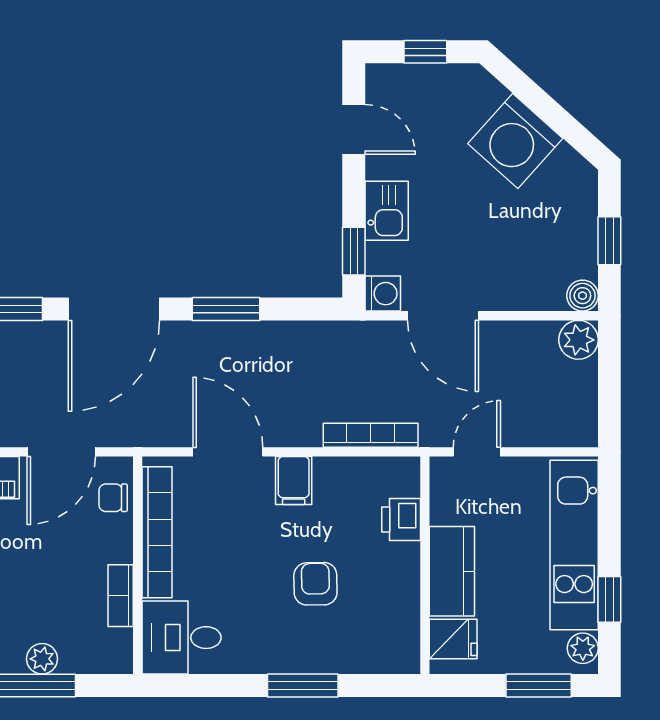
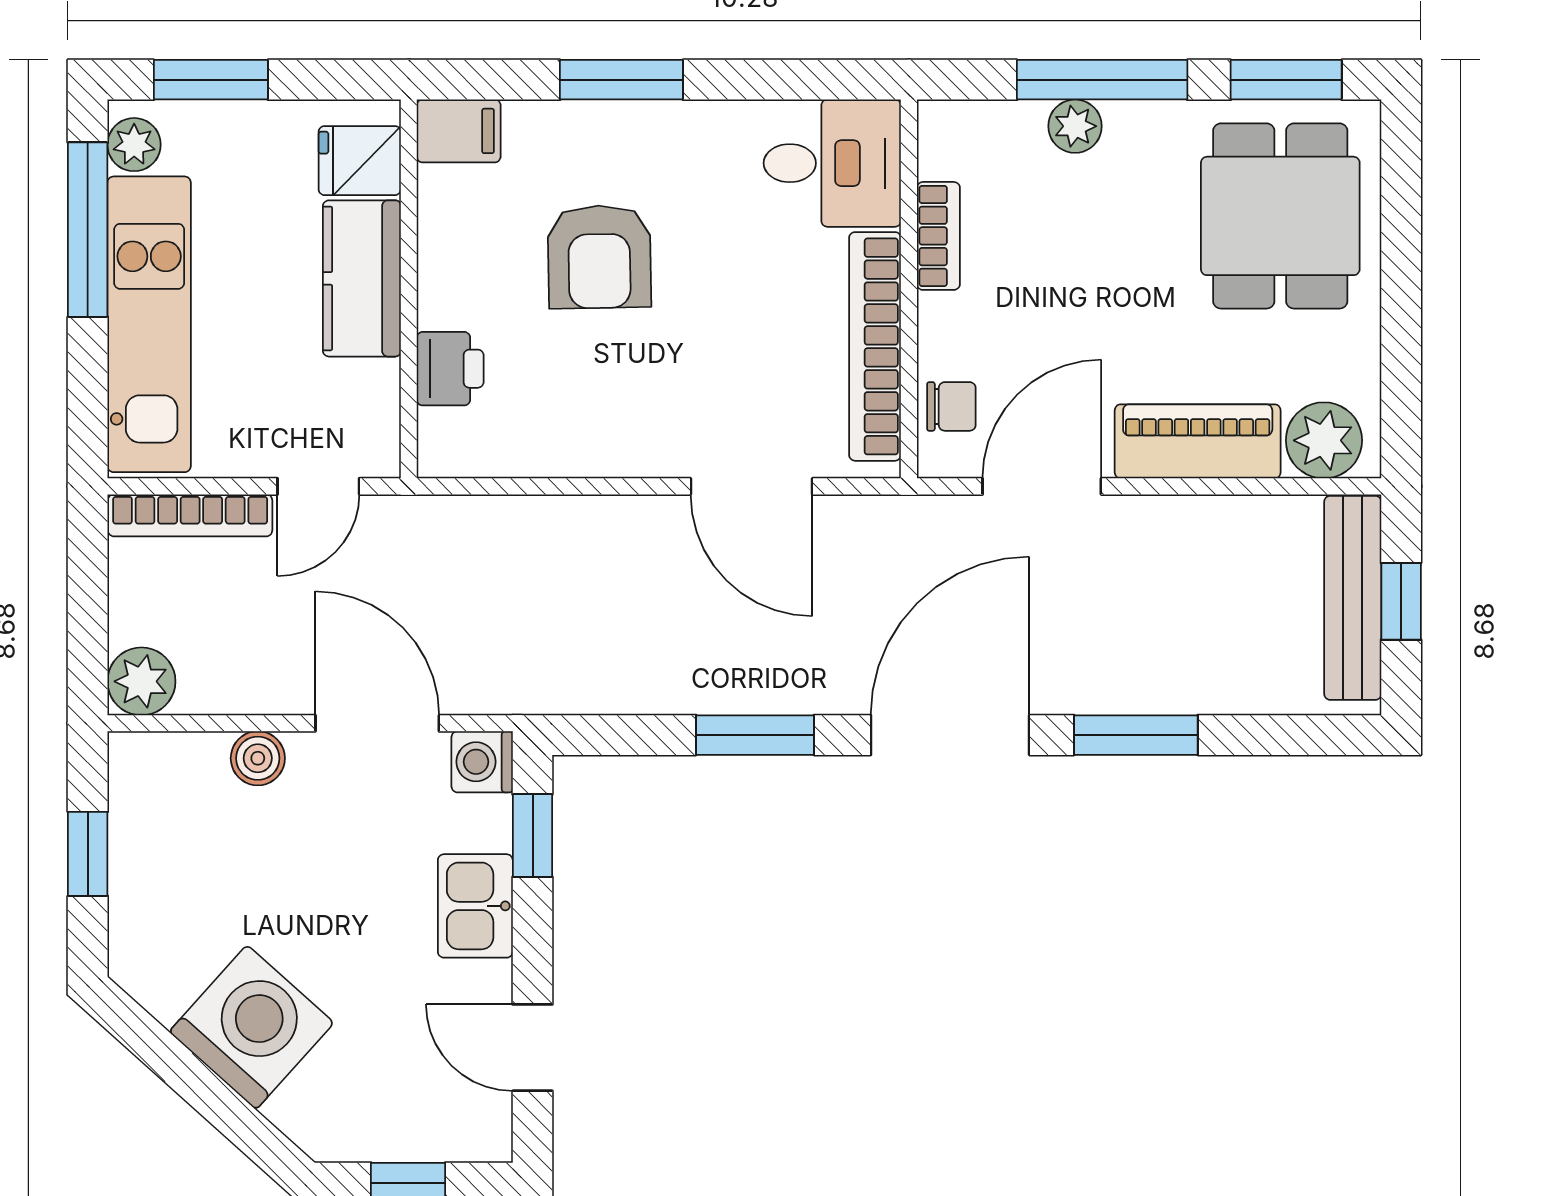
boiler: (582, 296) -> (258, 758), moved
bookcase: (371, 435) -> (190, 515), moved
filing cabinet: (294, 480) -> (459, 131), moved, turned 90
armchair: (315, 584) -> (599, 257), width x1.38, depth x1.38
window: (609, 599) -> (88, 230), width x2.17

